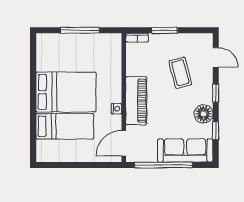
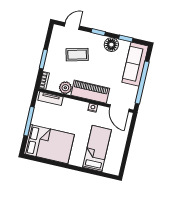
tv unit: (115, 51) -> (50, 99), added
plant: (134, 67) -> (65, 88), added
bed: (66, 92) -> (49, 144), moved, turned 90

